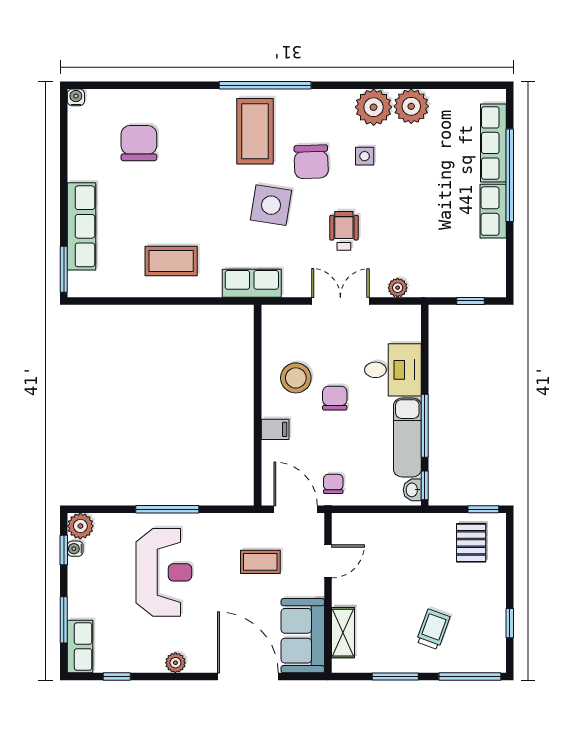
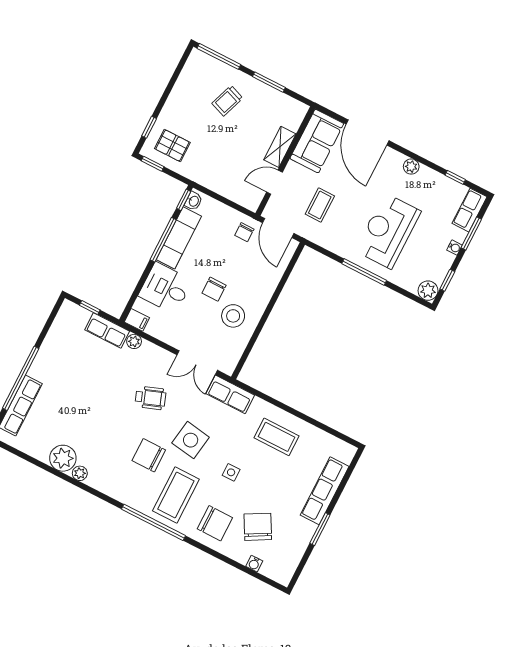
water cooler: (76, 97) -> (254, 564), moved
plant: (374, 107) -> (80, 473), width x0.53, depth x0.53
chair: (192, 121) -> (215, 523), added
chair: (139, 143) -> (258, 527), turned 151
side table: (365, 156) -> (231, 472), moved
chair: (311, 162) -> (149, 455), turned -88
row of seats: (493, 211) -> (107, 330), moved, turned 90
wheelchair: (344, 231) -> (151, 398), turned -110
window: (64, 269) -> (320, 529), moved
double door: (340, 301) -> (197, 363), moved
filing cabinet: (275, 429) -> (137, 320), moved, turned 180
pallet: (471, 543) -> (172, 146), turned 90
water cooler: (75, 549) -> (454, 248), moved
coffee table: (260, 562) -> (320, 205), turned 90
window: (510, 623) -> (149, 127), moved
shelving: (343, 633) -> (280, 147), moved

